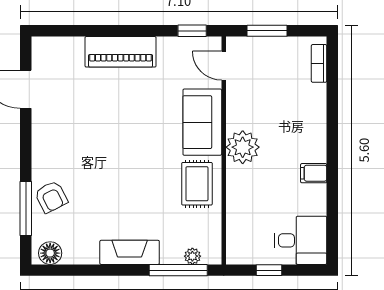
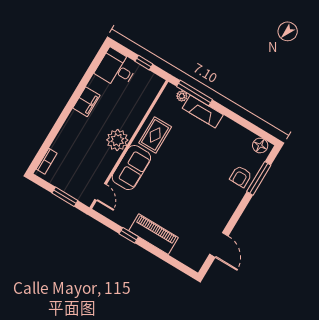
window: (192, 31) -> (129, 235), moved
filing cabinet: (314, 173) -> (86, 102), width x2.00
armchair: (51, 197) -> (241, 177), turned -153
fireplace: (130, 252) -> (203, 111), moved

